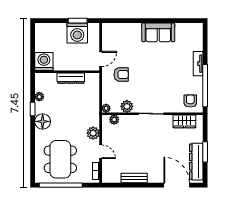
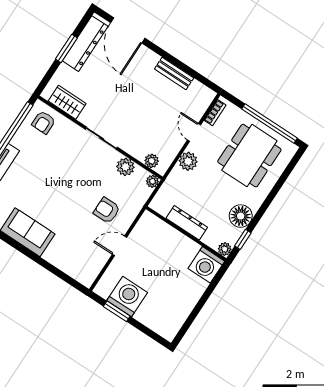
washing machine: (44, 61) -> (206, 265), moved
wall: (67, 72) -> (186, 234), moved
dresser: (71, 78) -> (187, 223), moved

